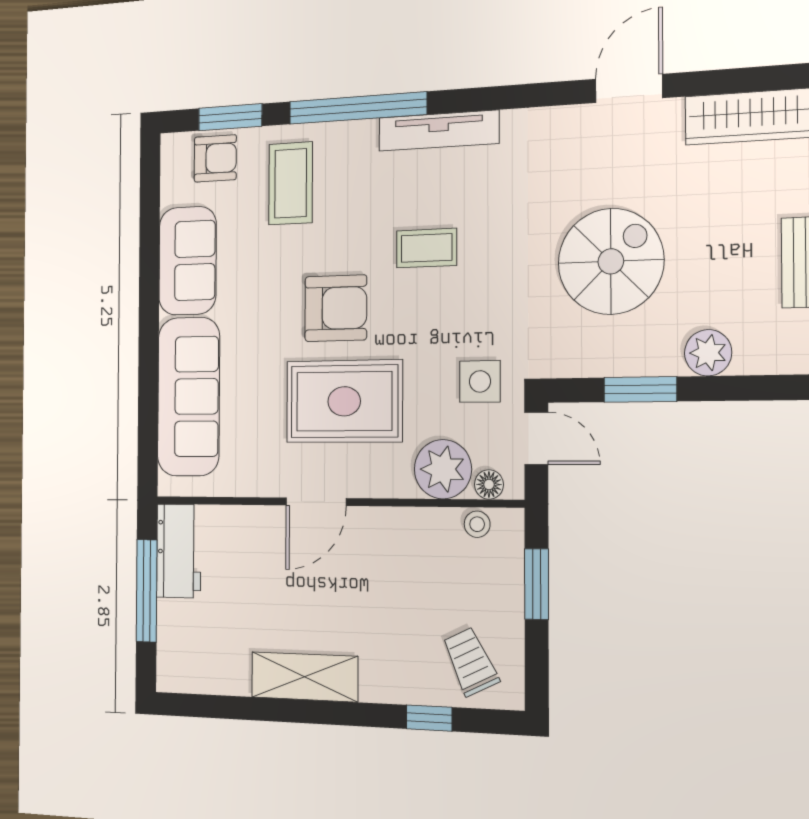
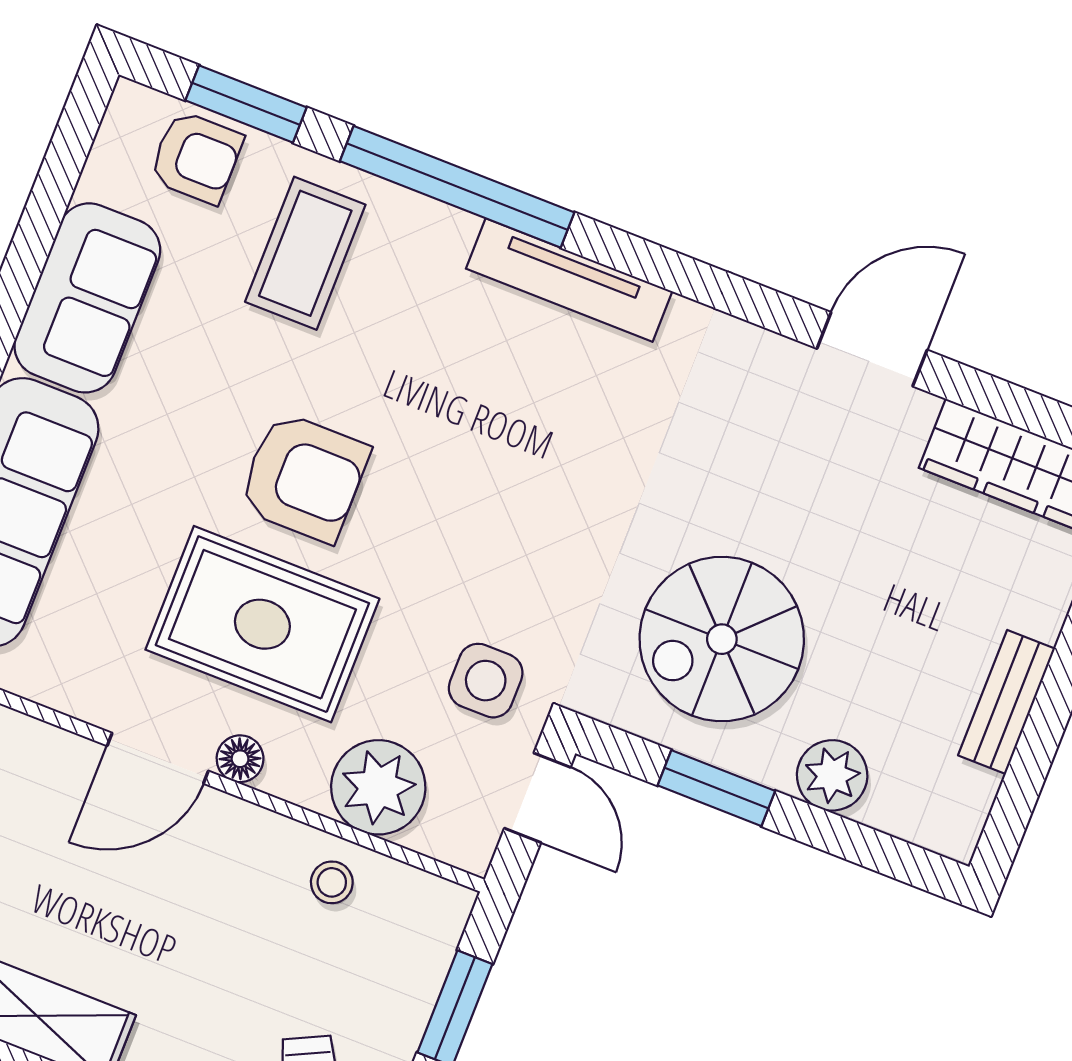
coffee table: (427, 248) -> (482, 448), removed
spiral stairs: (611, 261) -> (722, 639), moved, turned 180
floor lamp: (489, 485) -> (240, 759), moved
stool: (477, 524) -> (332, 882), moved

